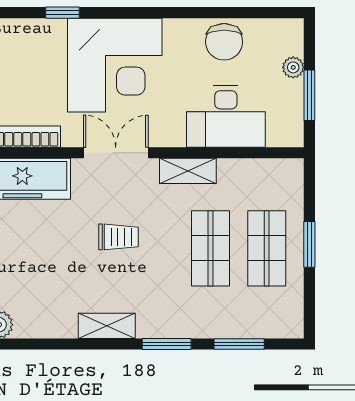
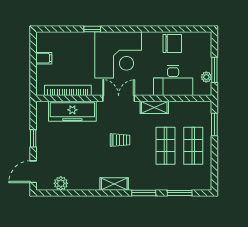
chair: (224, 42) -> (172, 43), turned -90
plant: (293, 67) -> (206, 77), moved
window: (309, 244) -> (214, 124), moved

